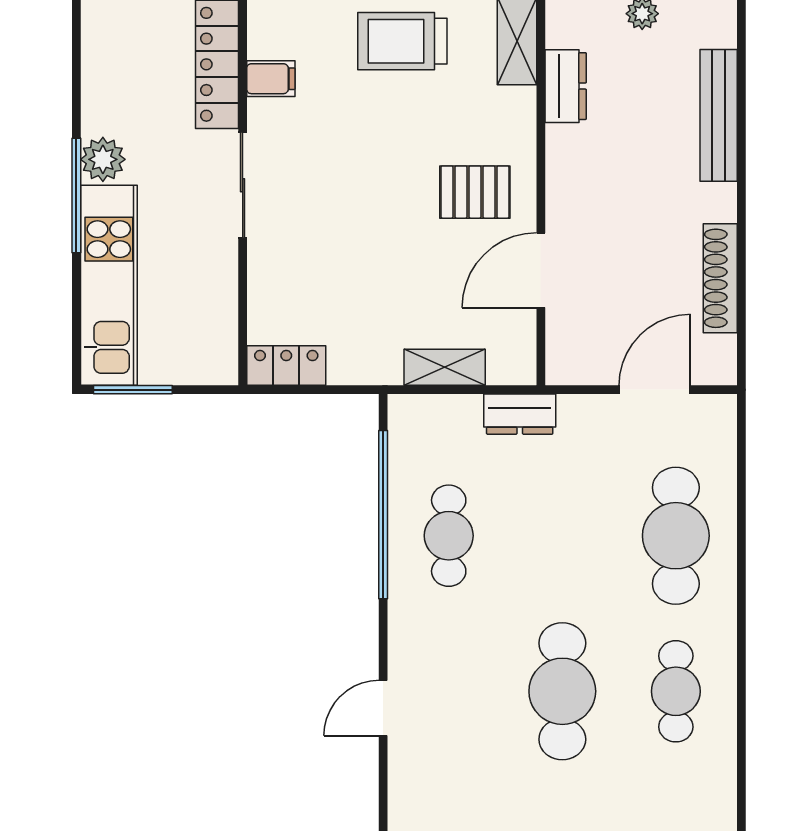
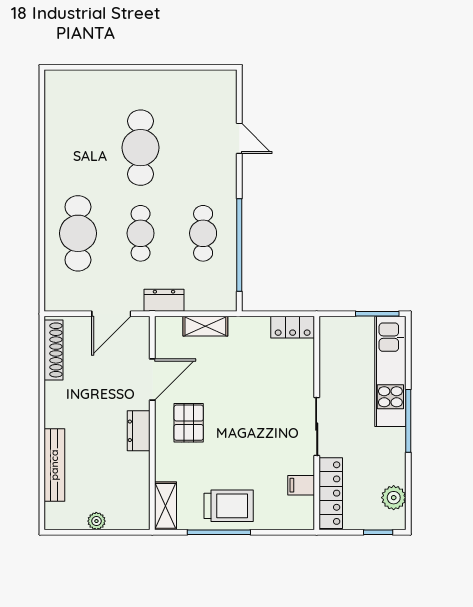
dresser: (566, 86) -> (139, 431), moved
plant: (103, 159) -> (394, 498), moved
pallet: (475, 192) -> (189, 423), turned 90
shoe rack: (720, 278) -> (54, 350), moved
door: (655, 390) -> (111, 314), moved
cafe table: (676, 691) -> (141, 233), moved
door: (383, 708) -> (239, 138), hinge flipped

